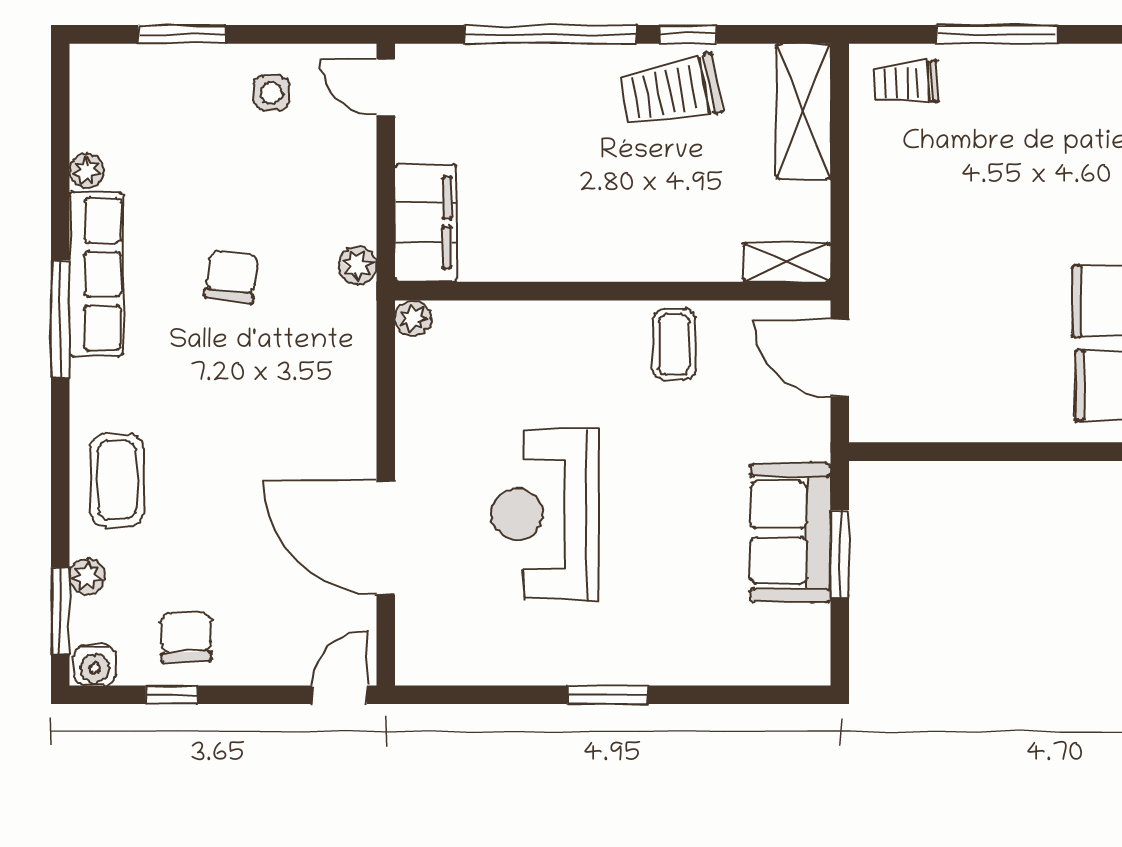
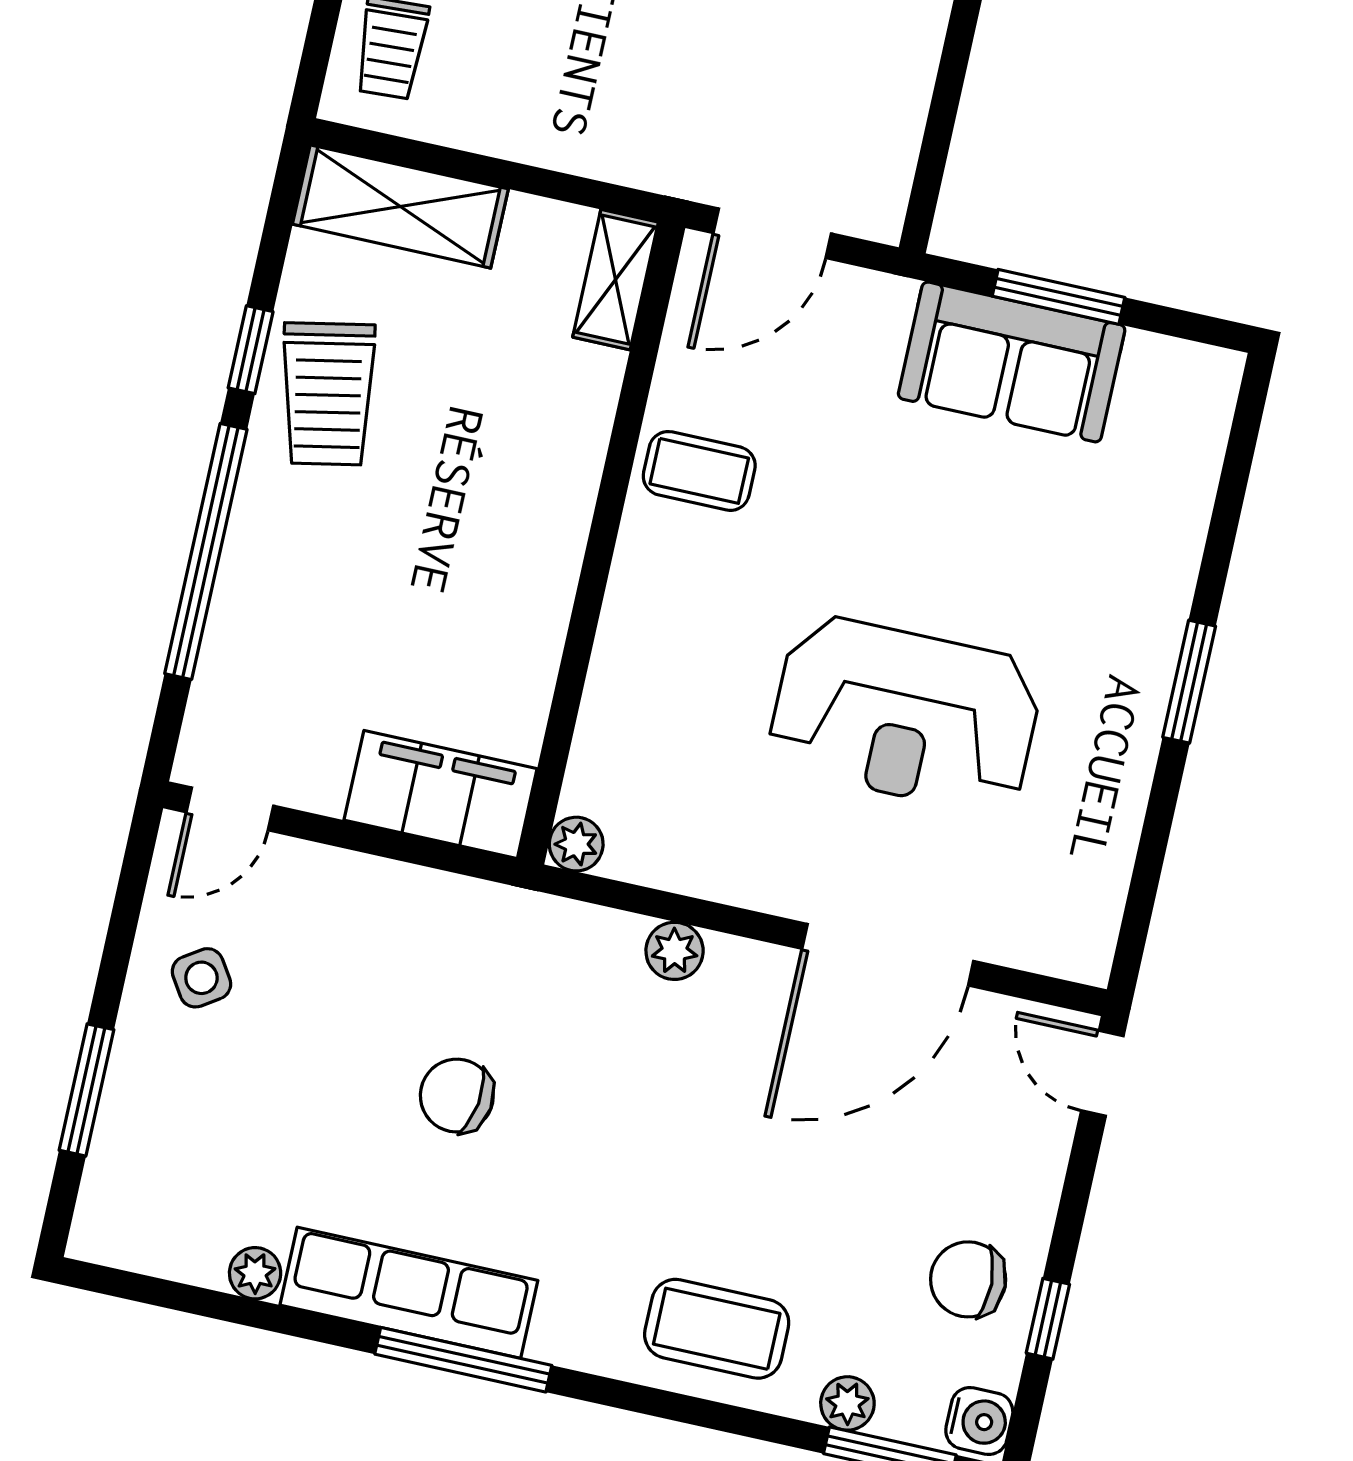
side table: (271, 93) -> (201, 978), turned -33
plant: (357, 265) -> (675, 951), moved

